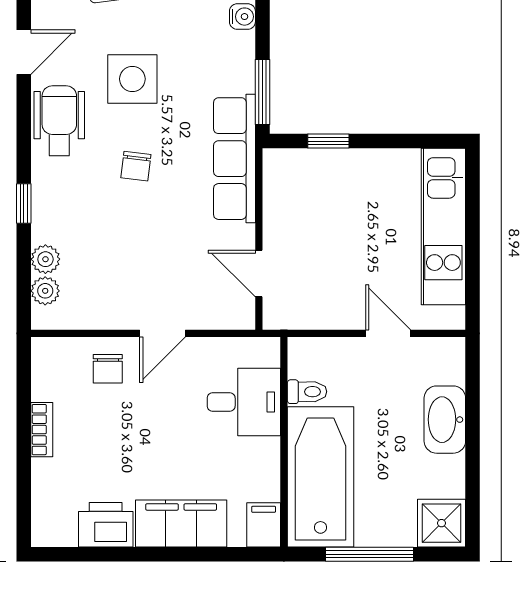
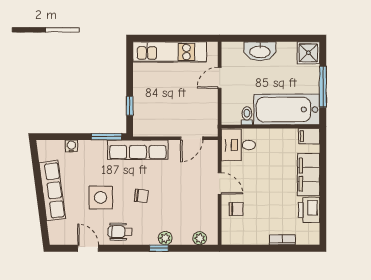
wheelchair: (59, 121) -> (120, 232), width x0.73, depth x0.73
plant: (45, 259) -> (165, 238), moved
desk: (244, 402) -> (238, 145), moved, turned -90
bookcase: (42, 430) -> (283, 240), moved

